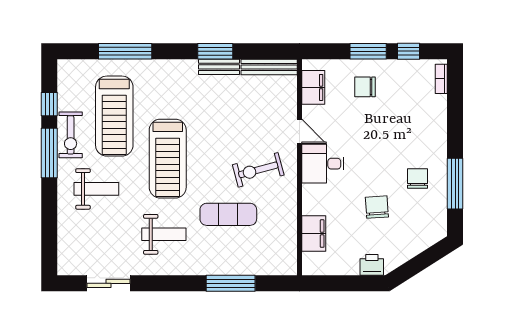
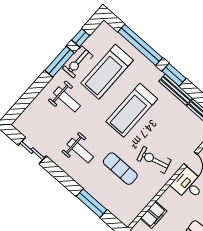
window: (125, 51) -> (140, 45), width x1.46
window: (215, 51) -> (174, 75), moved
bench: (219, 67) -> (176, 90), width x1.36
treadmill: (168, 159) -> (132, 110), moved

